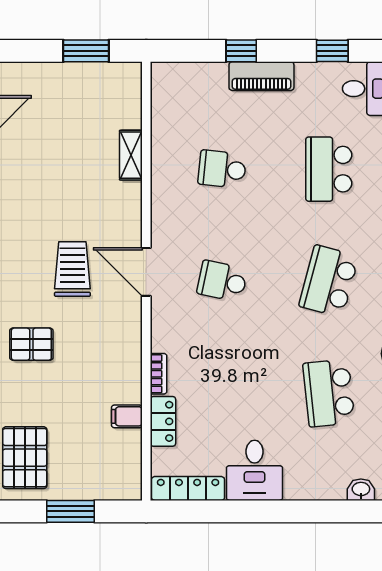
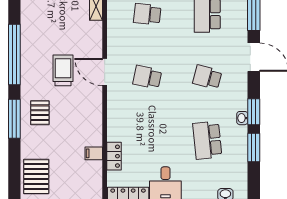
school desk: (329, 281) -> (207, 77), width x0.54
pallet: (31, 344) -> (40, 113), turned 90
bookcase: (158, 374) -> (111, 129), removed

